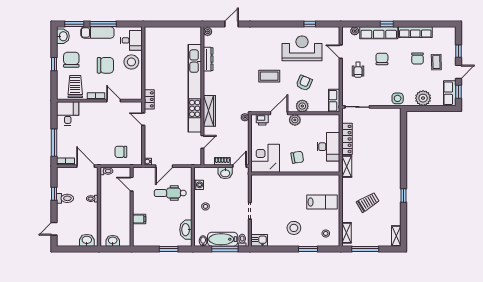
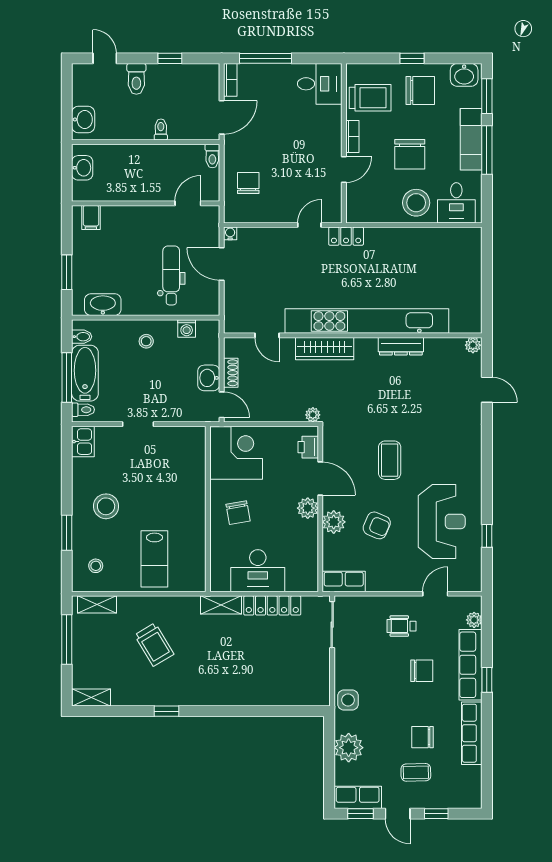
dresser: (208, 59) -> (401, 346), moved
toilet: (65, 198) -> (136, 79), moved
filing cabinet: (139, 219) -> (91, 217), moved

